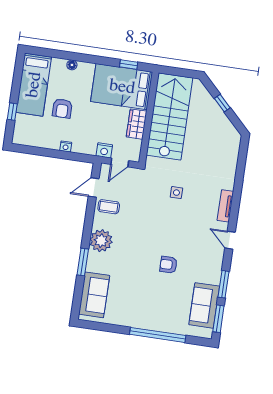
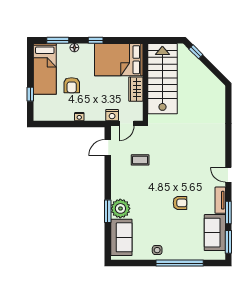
window: (54, 54) -> (58, 40), added
window: (129, 65) -> (96, 40), moved
window: (222, 103) -> (196, 52), moved
side table: (176, 193) -> (157, 250), moved
tv unit: (225, 206) -> (220, 200), moved
coffee table: (109, 207) -> (140, 160), moved
plant: (101, 241) -> (120, 208), moved
armchair: (168, 265) -> (180, 203), turned 180

